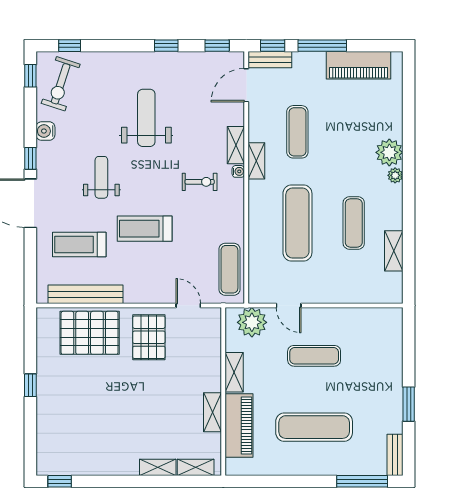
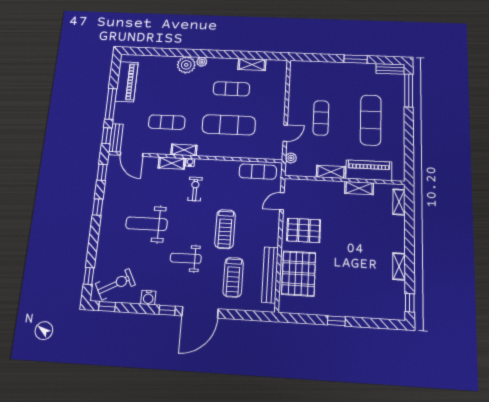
exercise bike: (61, 84) -> (115, 284), turned -46
plant: (252, 322) -> (291, 158), width x0.53, depth x0.53
shelving: (158, 467) -> (399, 266), moved

